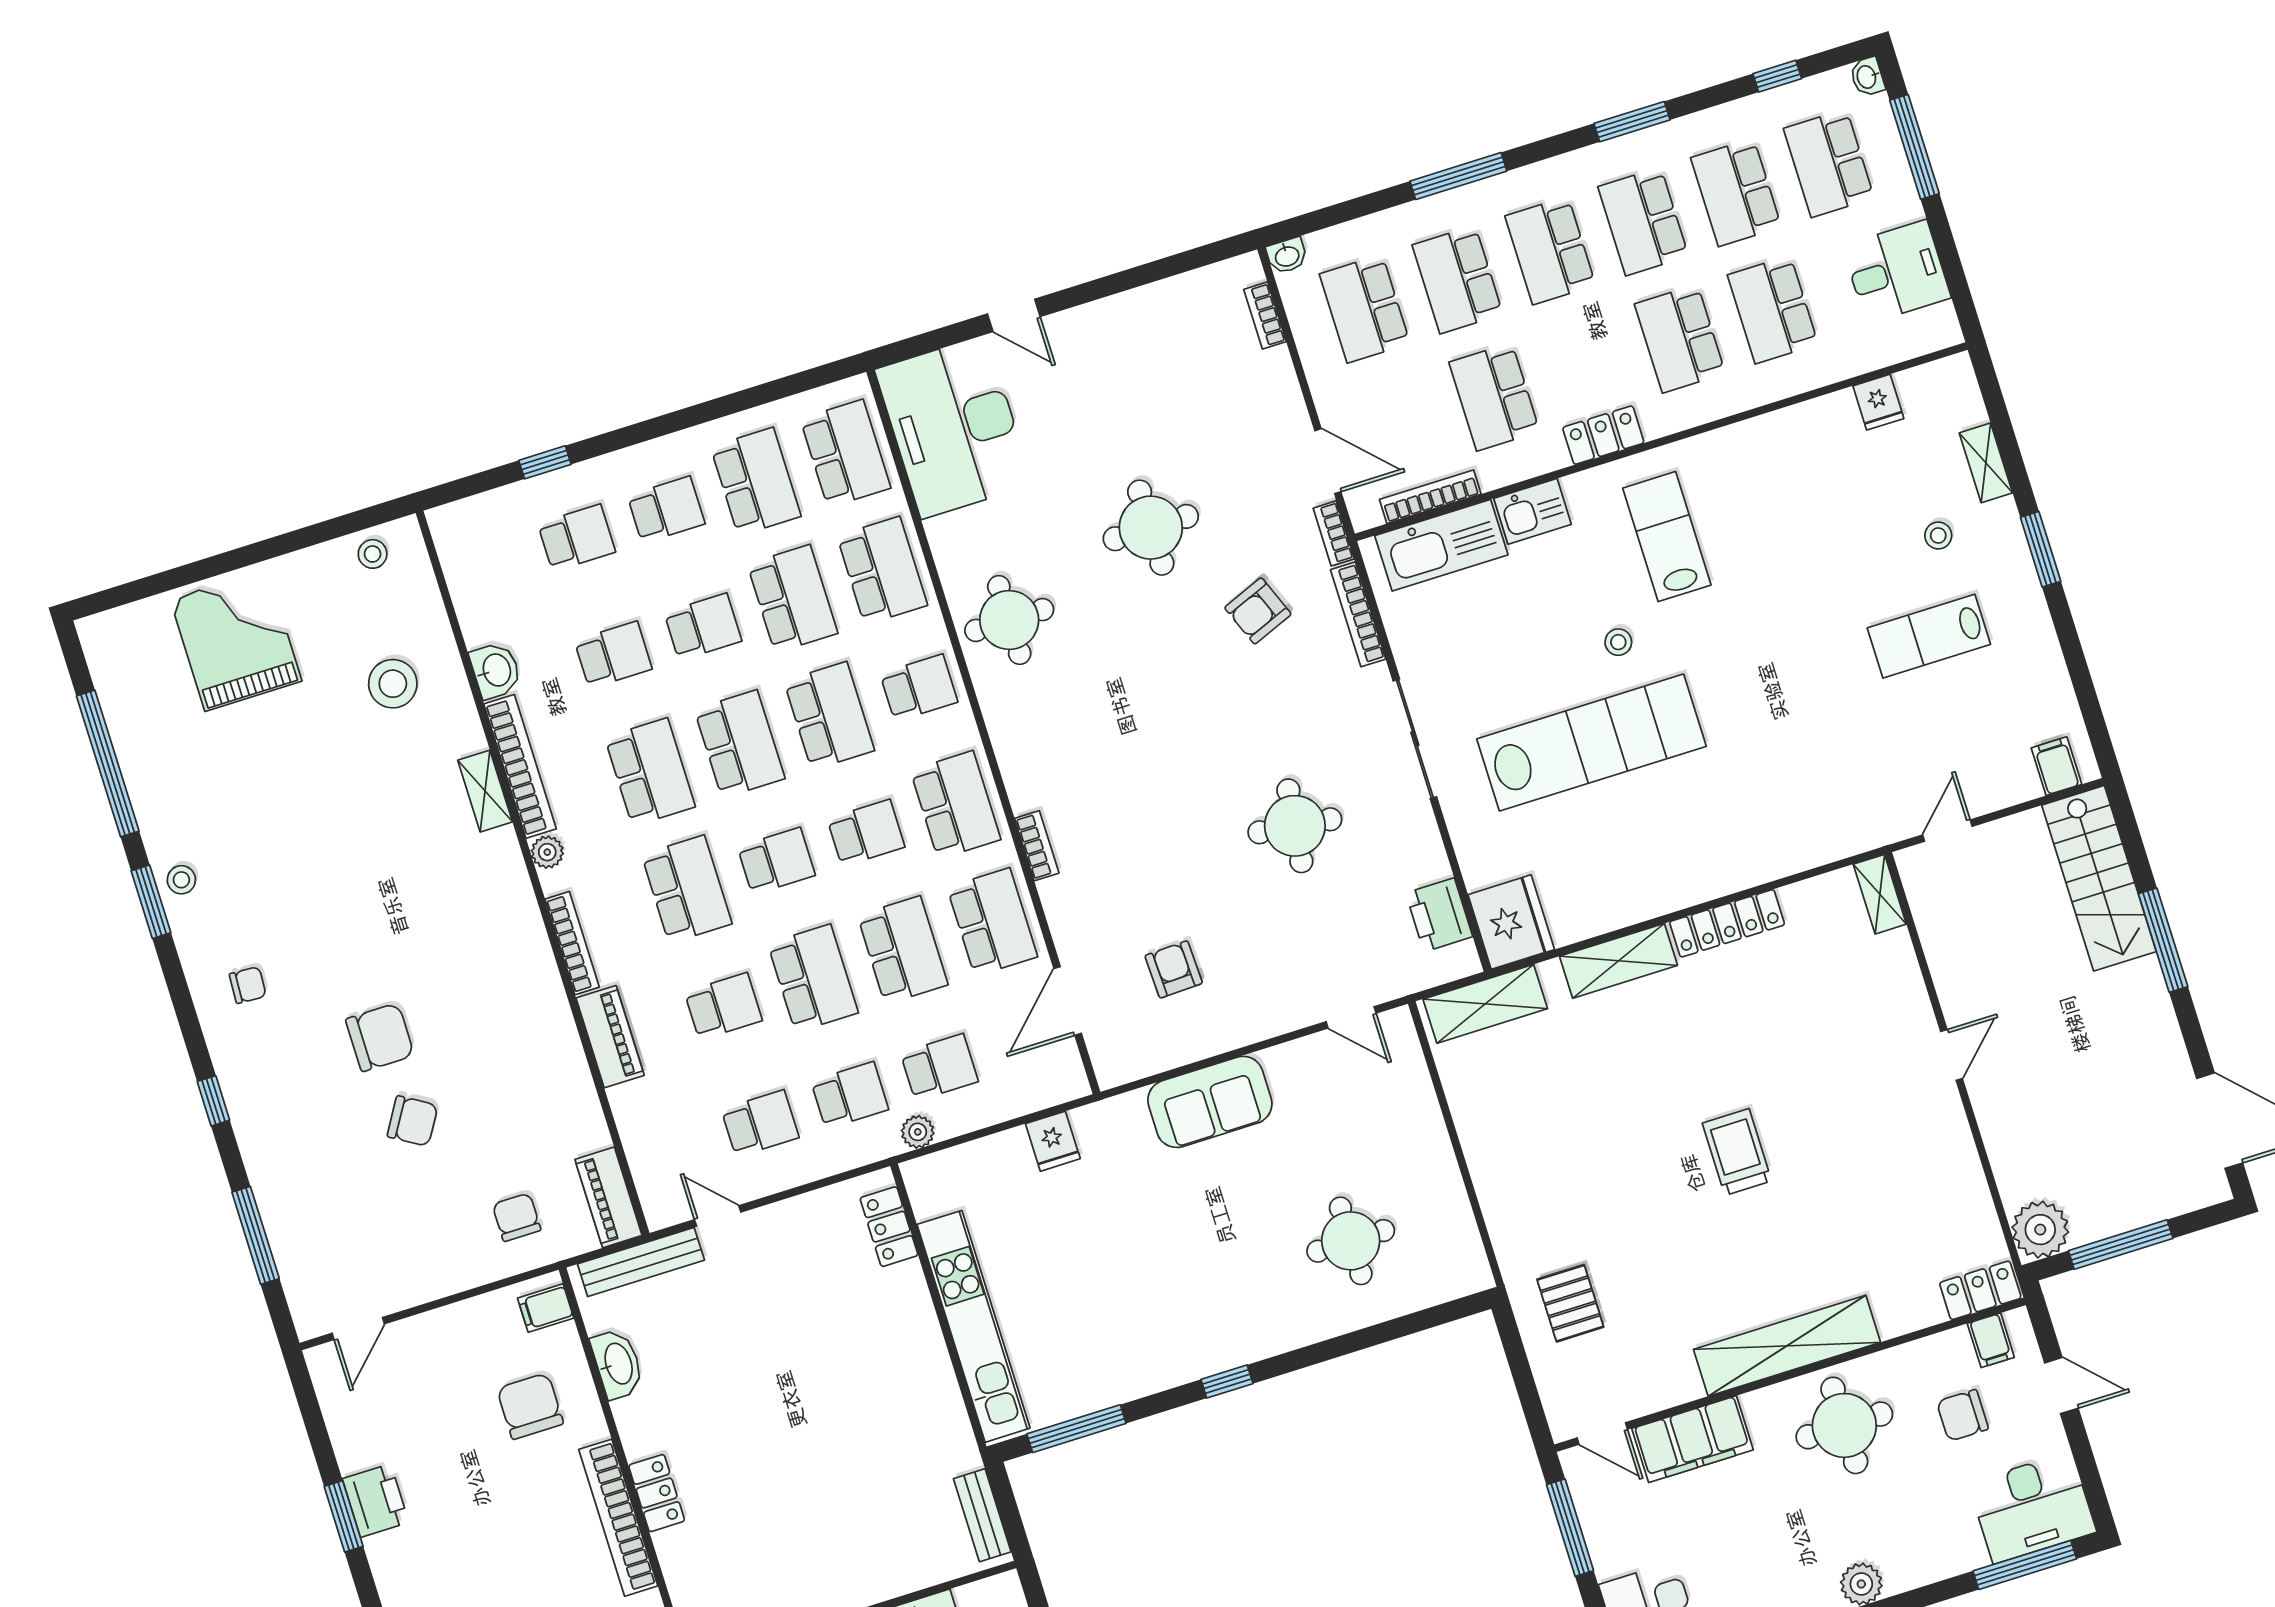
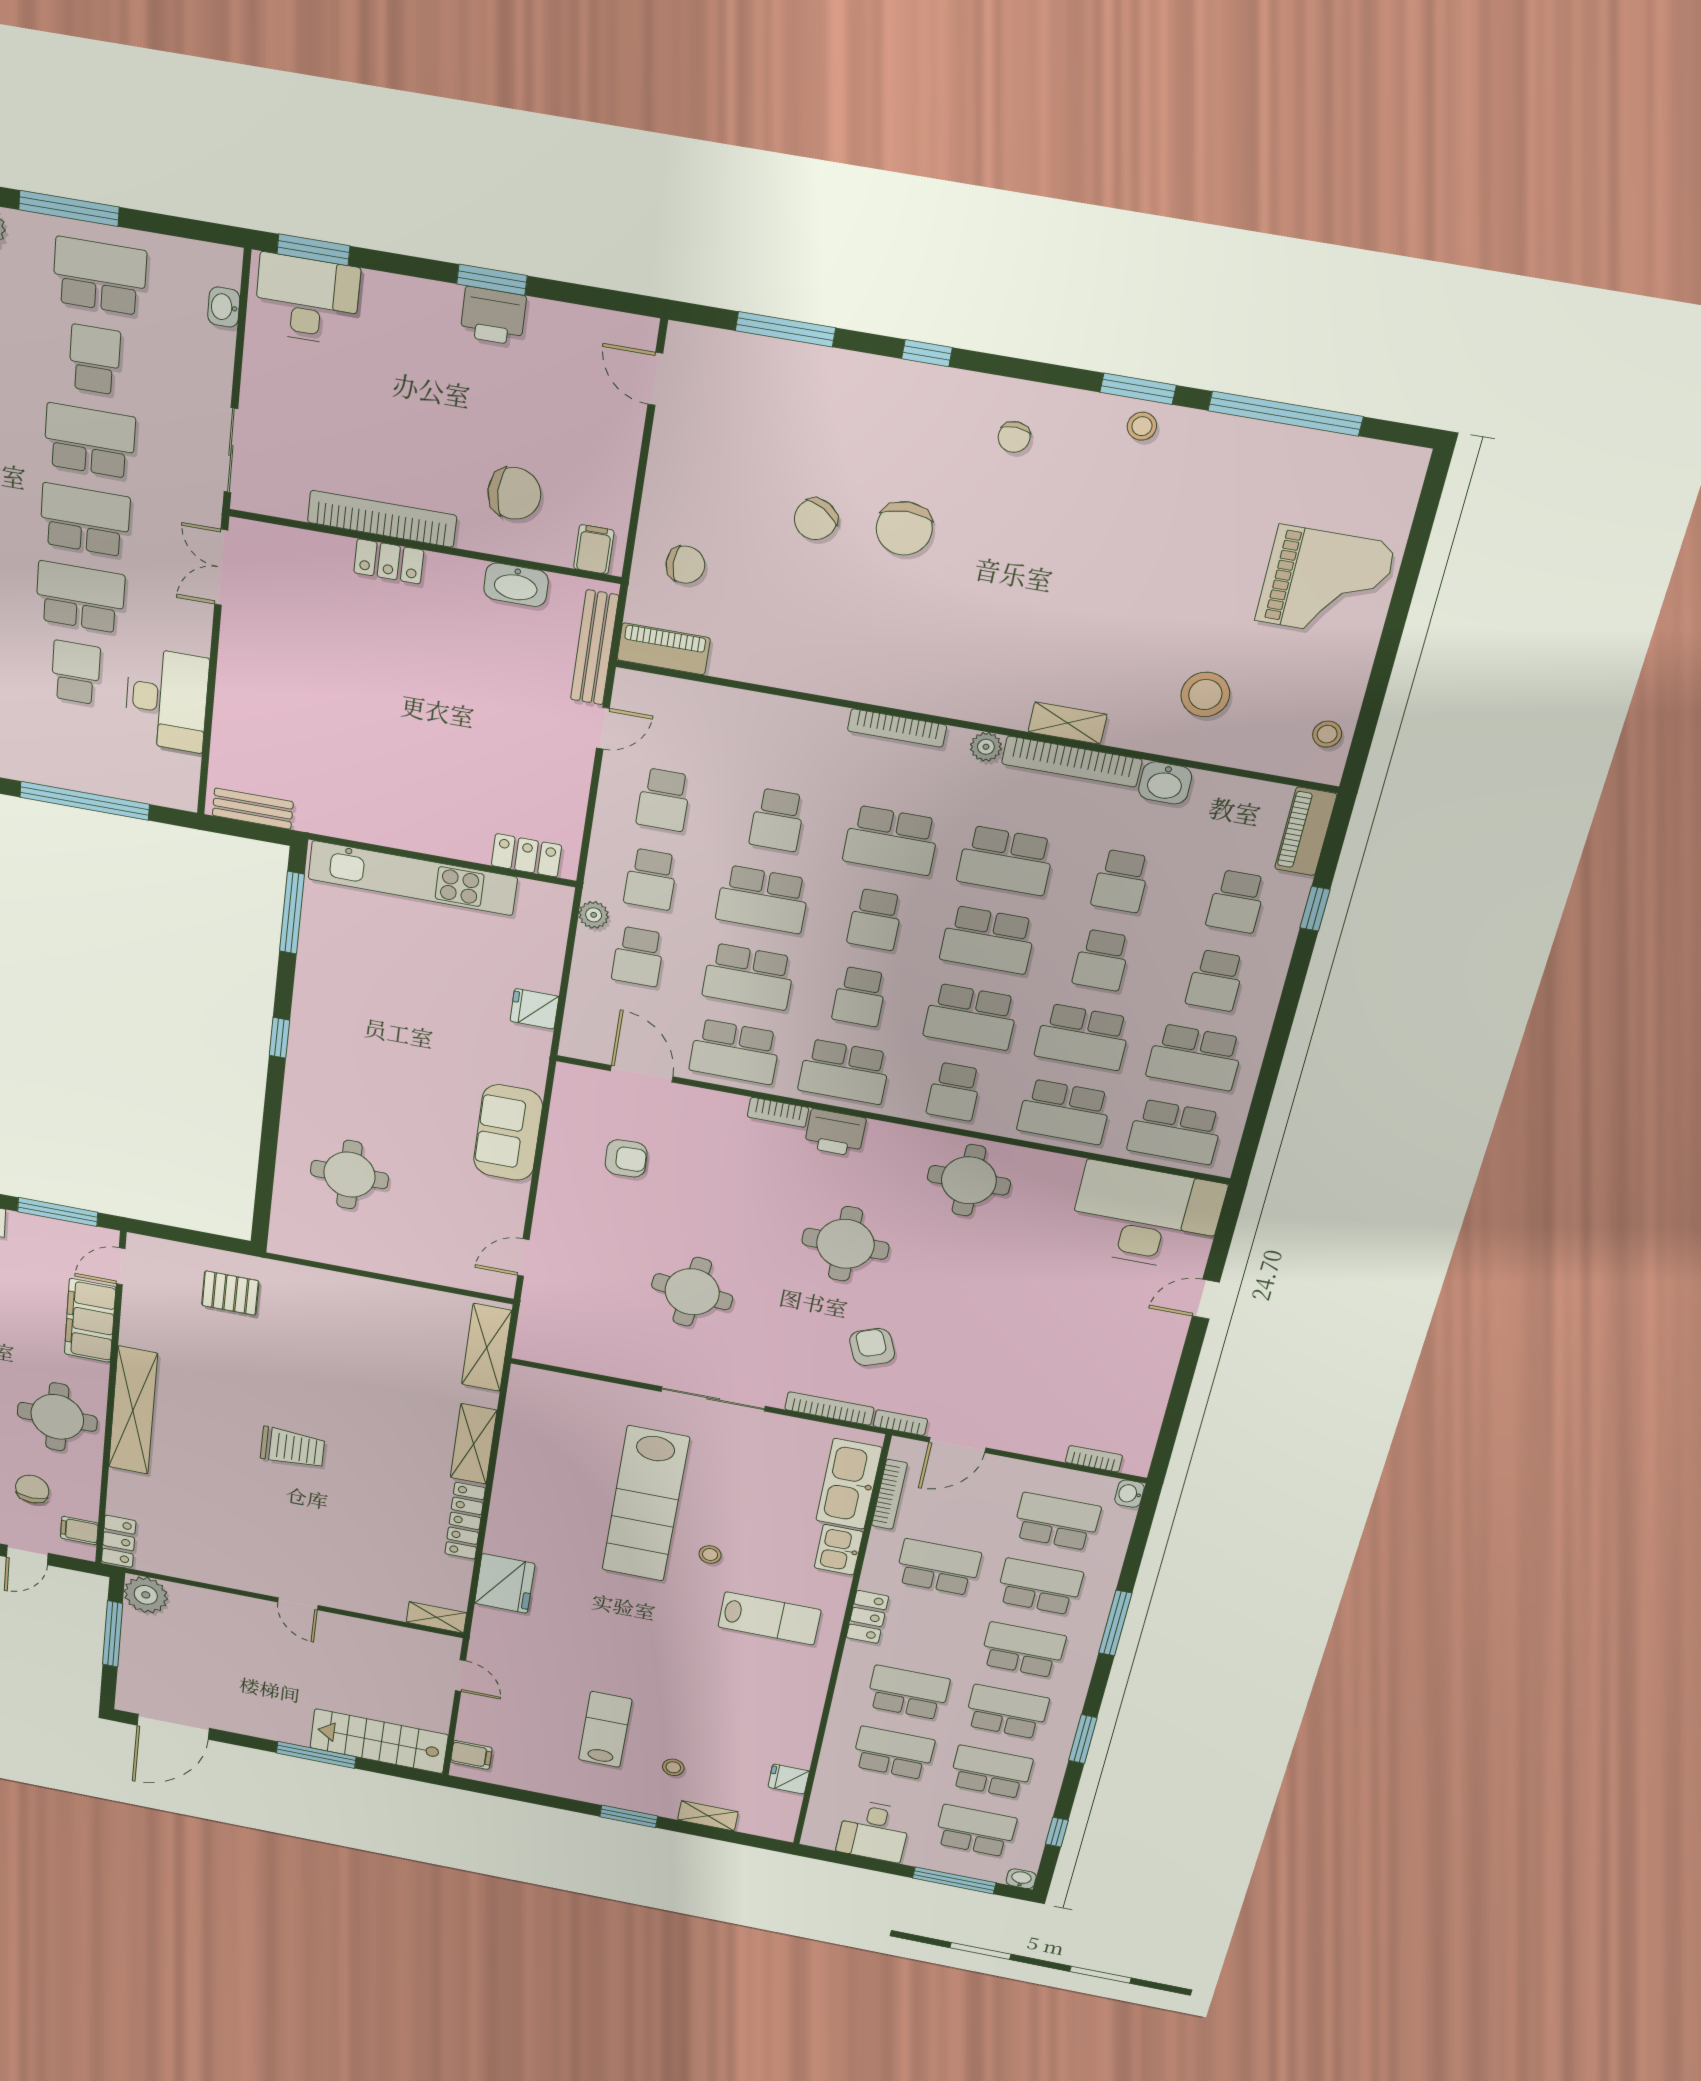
round table: (1151, 528) -> (845, 1244), moved
printer: (1439, 915) -> (835, 1133), moved, turned 180
fridge: (1511, 922) -> (505, 1583), moved, turned -90
piano: (610, 1037) -> (1306, 831), moved, turned 90

